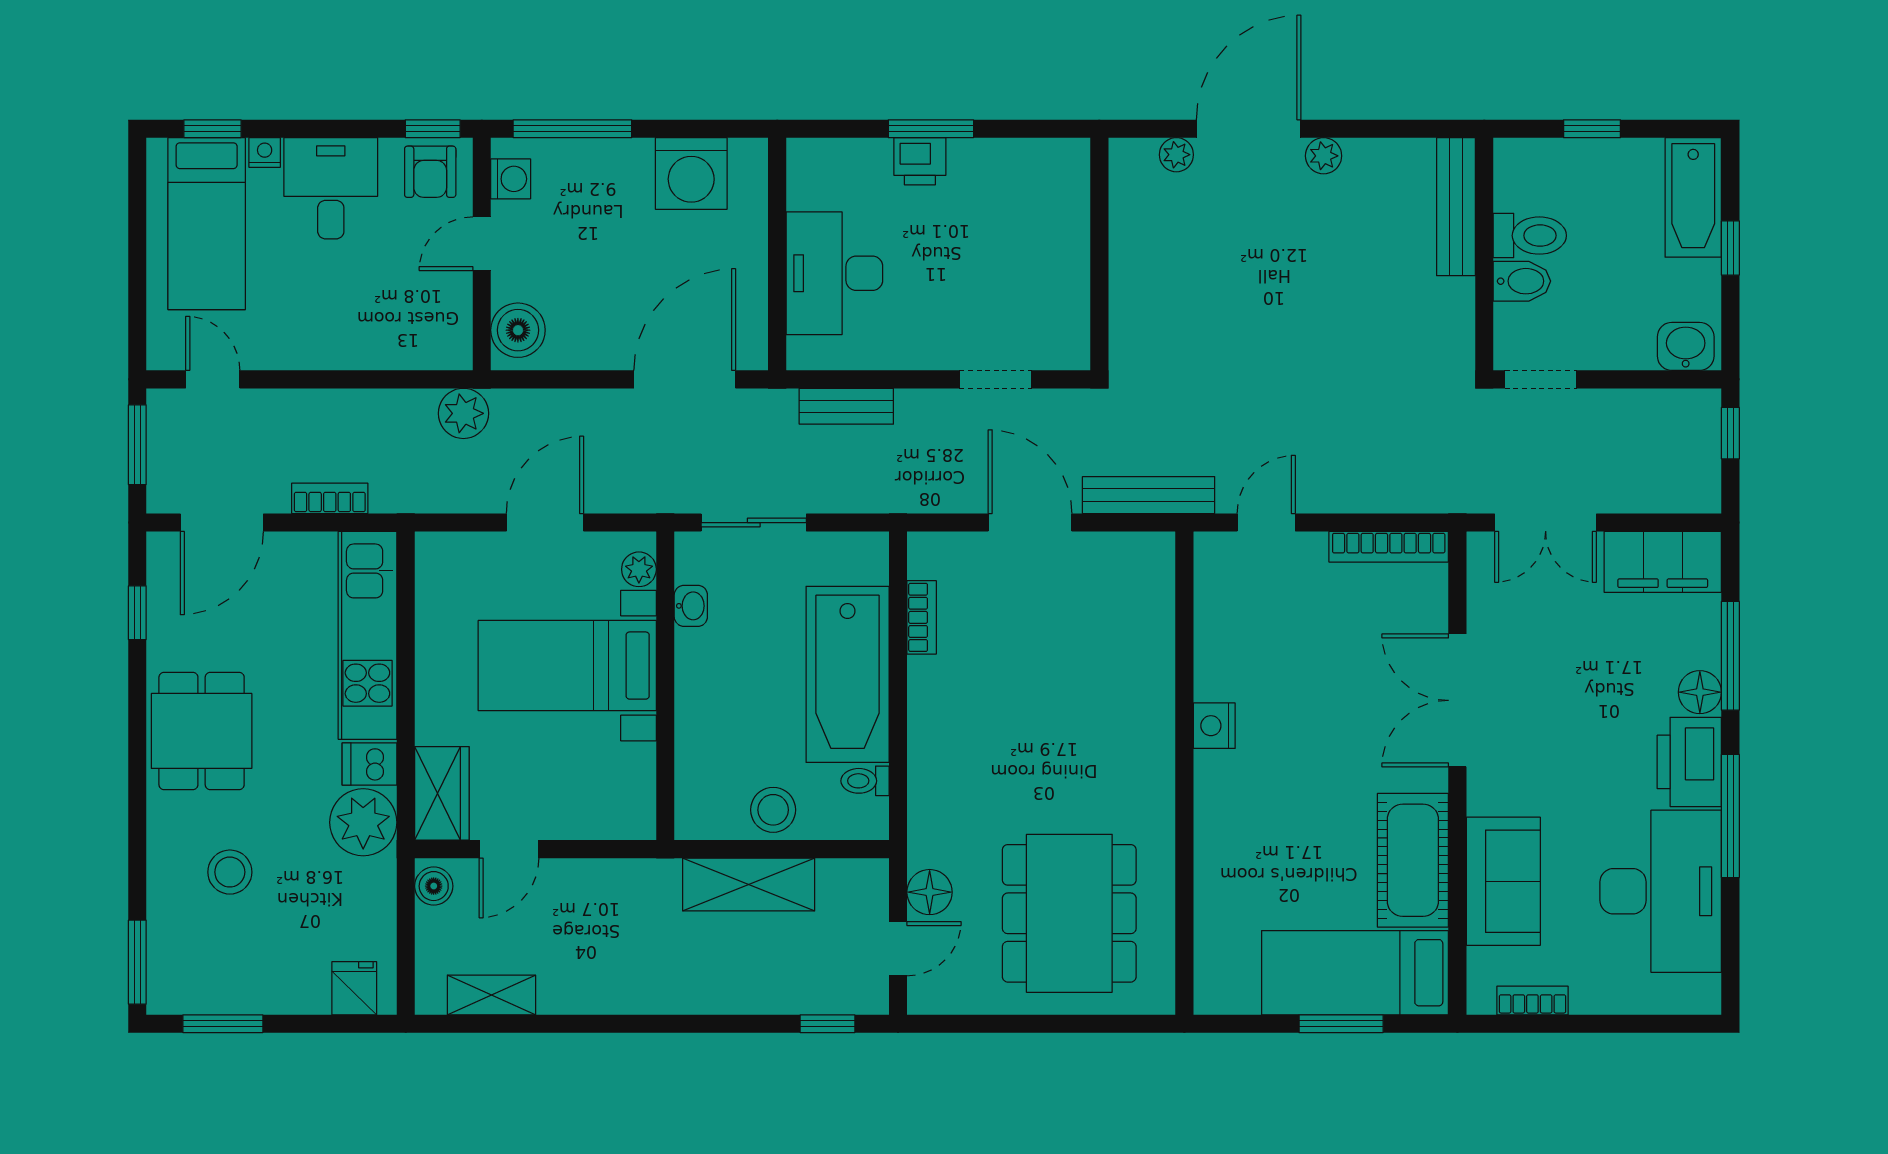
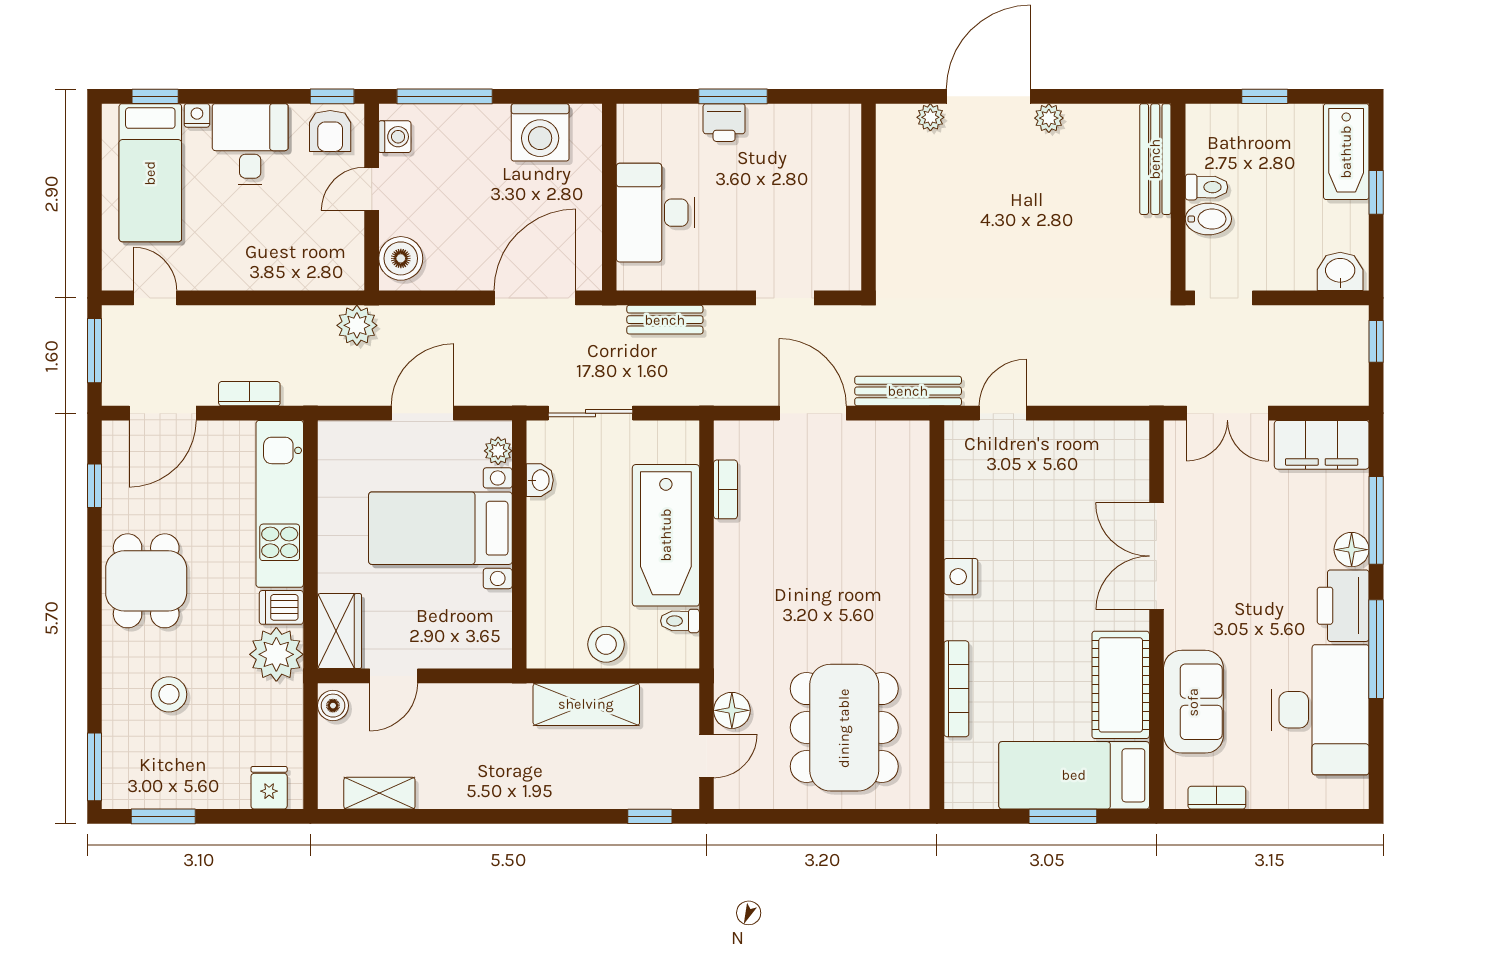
toilet: (1530, 236) -> (1206, 187), width x0.73, depth x0.72
bookcase: (1389, 547) -> (956, 689), moved, turned -90

